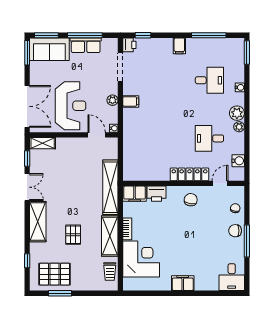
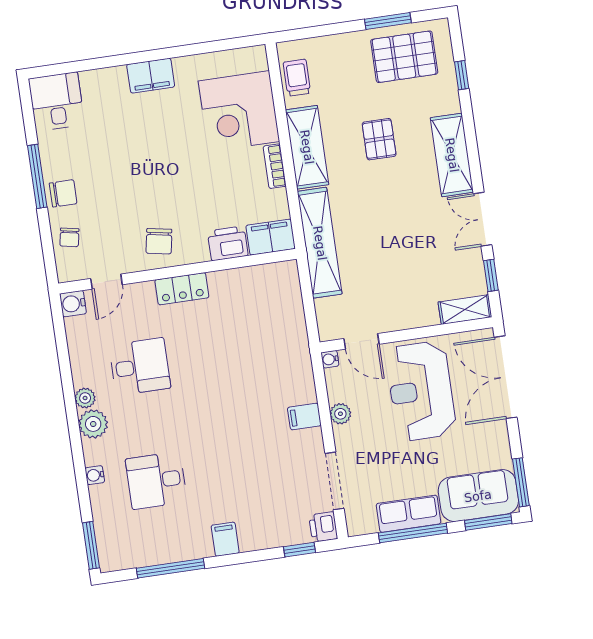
water cooler: (238, 161) -> (73, 304), moved
locker: (189, 174) -> (182, 289), width x0.66

